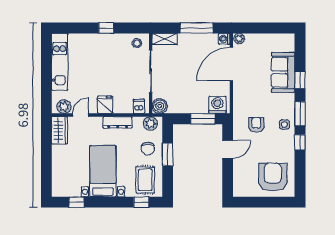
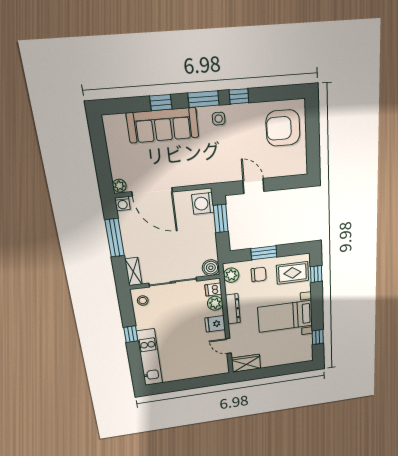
kitchen unit: (60, 62) -> (150, 357), moved, turned 90
sofa: (283, 72) -> (163, 125), width x1.36
plant: (64, 107) -> (215, 303), moved
armchair: (256, 125) -> (222, 154), removed

